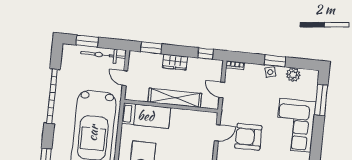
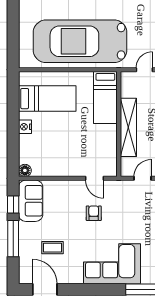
armchair: (248, 137) -> (94, 213), width x0.53, depth x0.53

